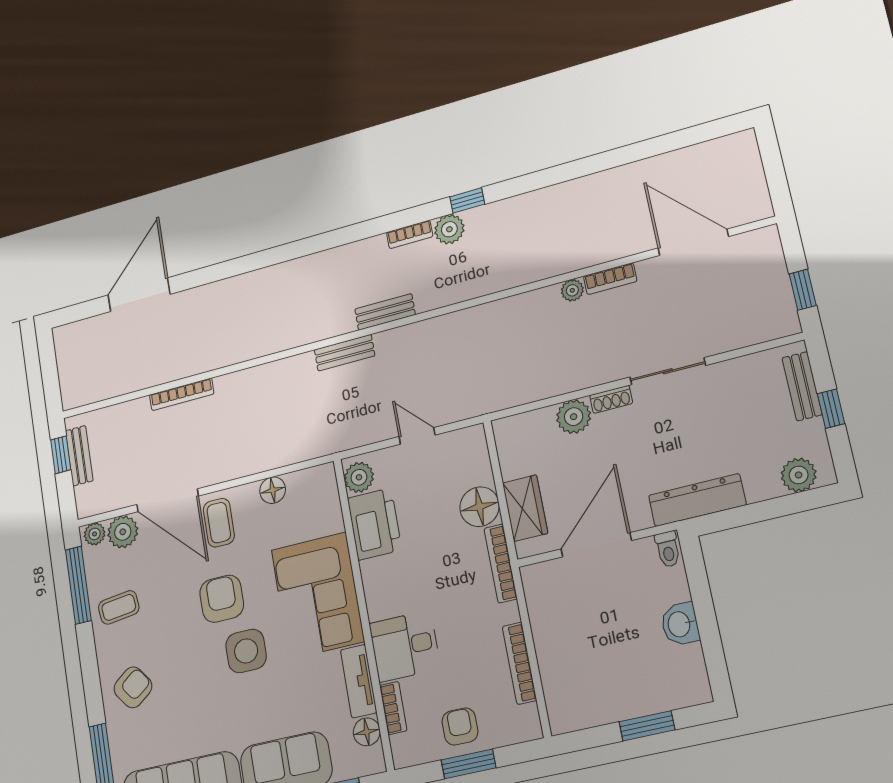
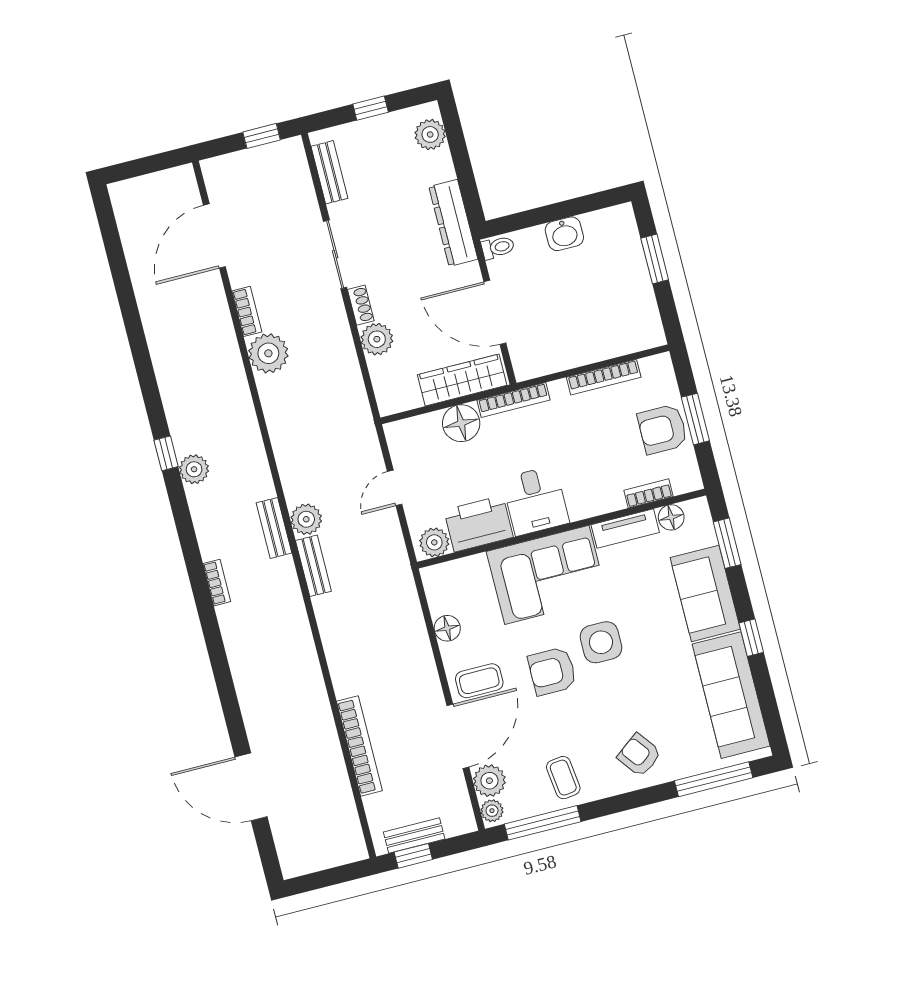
bookcase: (410, 234) -> (217, 583), moved
plant: (572, 290) -> (268, 353), width x1.88, depth x1.88
plant: (391, 345) -> (306, 519), added
bench: (802, 386) -> (329, 172), moved, turned 90
bookcase: (182, 394) -> (359, 746), width x1.48, depth x1.31
wardrobe: (525, 508) -> (462, 380), width x1.50
desk: (405, 646) -> (535, 501), moved
armchair: (460, 726) -> (663, 429), width x1.38, depth x1.38

